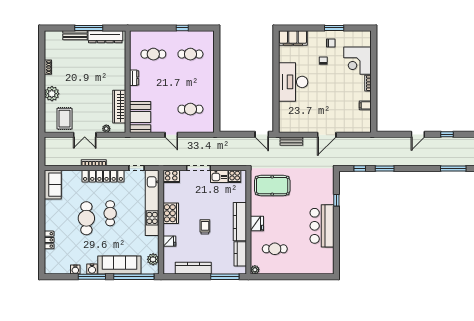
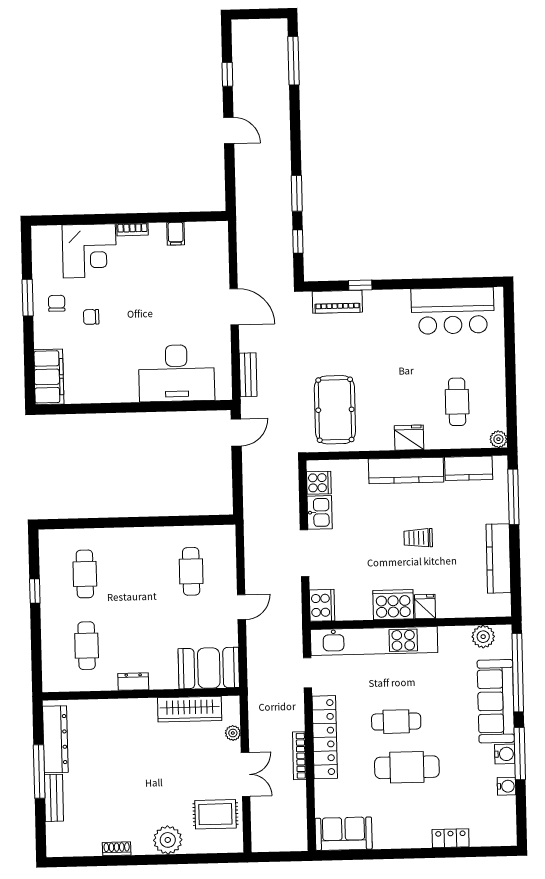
desk: (293, 82) -> (177, 373), moved
piano: (328, 188) -> (337, 302), added
bar counter: (322, 226) -> (453, 311), moved
fridge: (169, 241) -> (425, 607), moved

